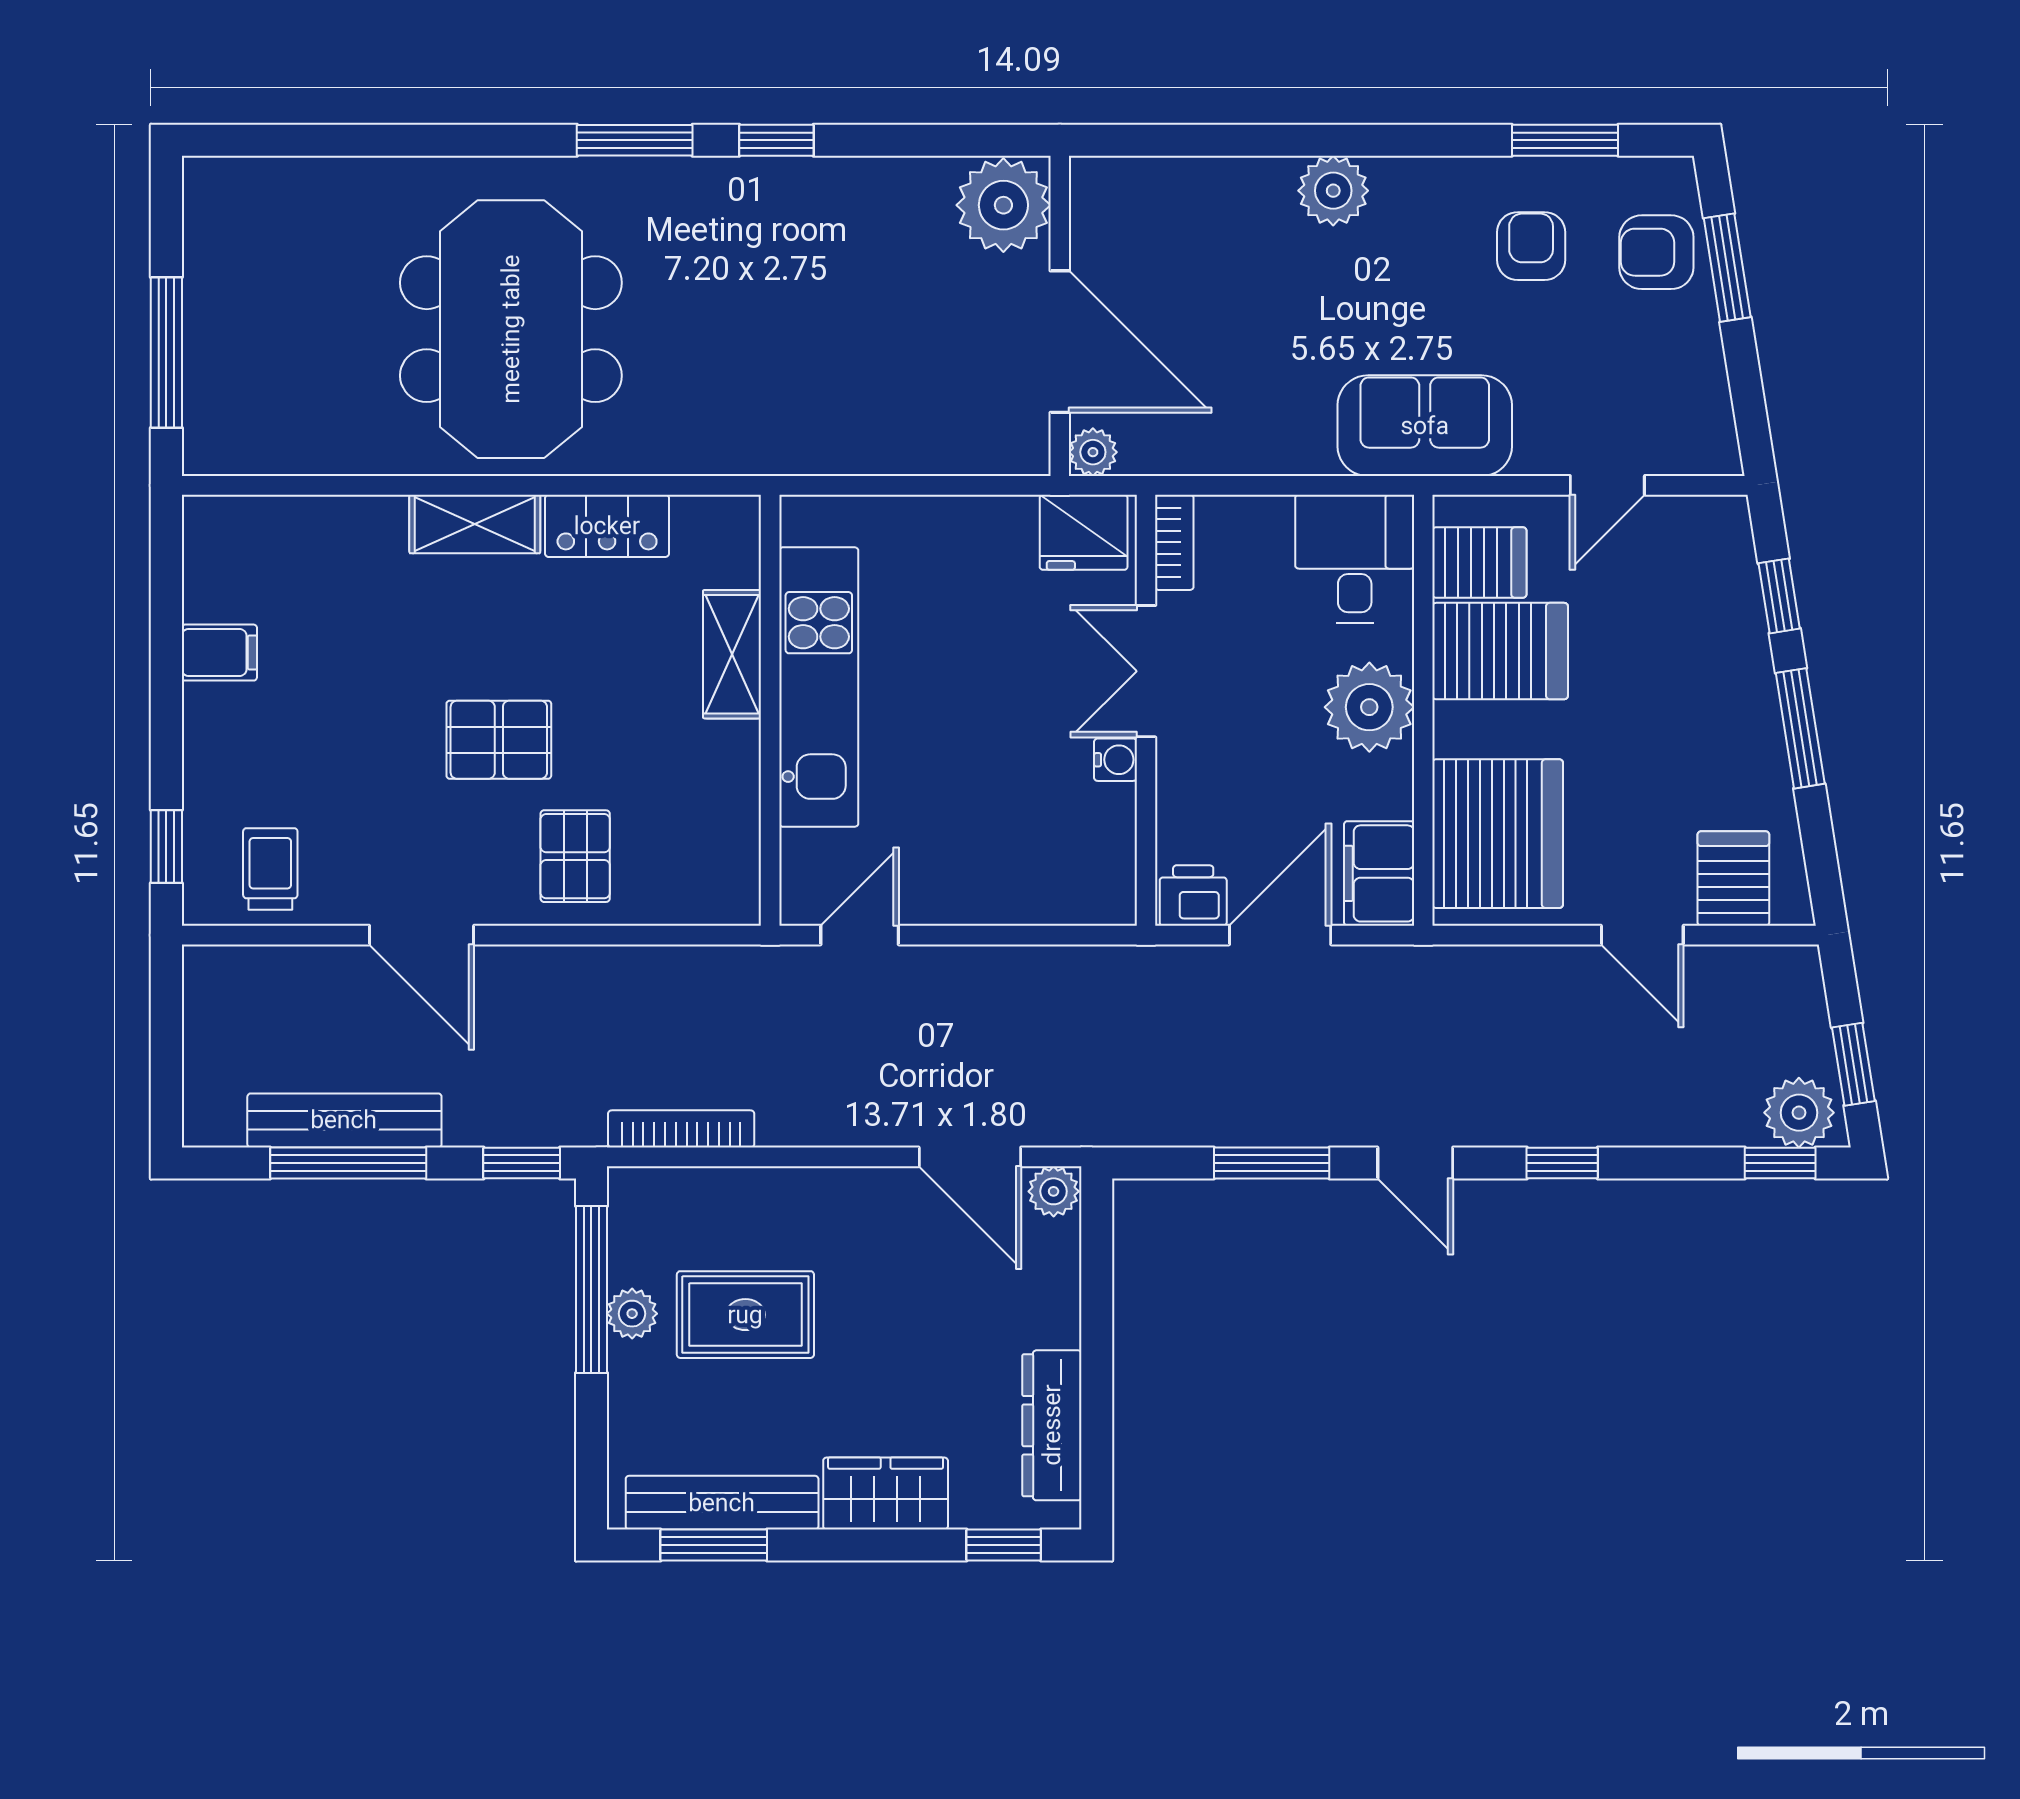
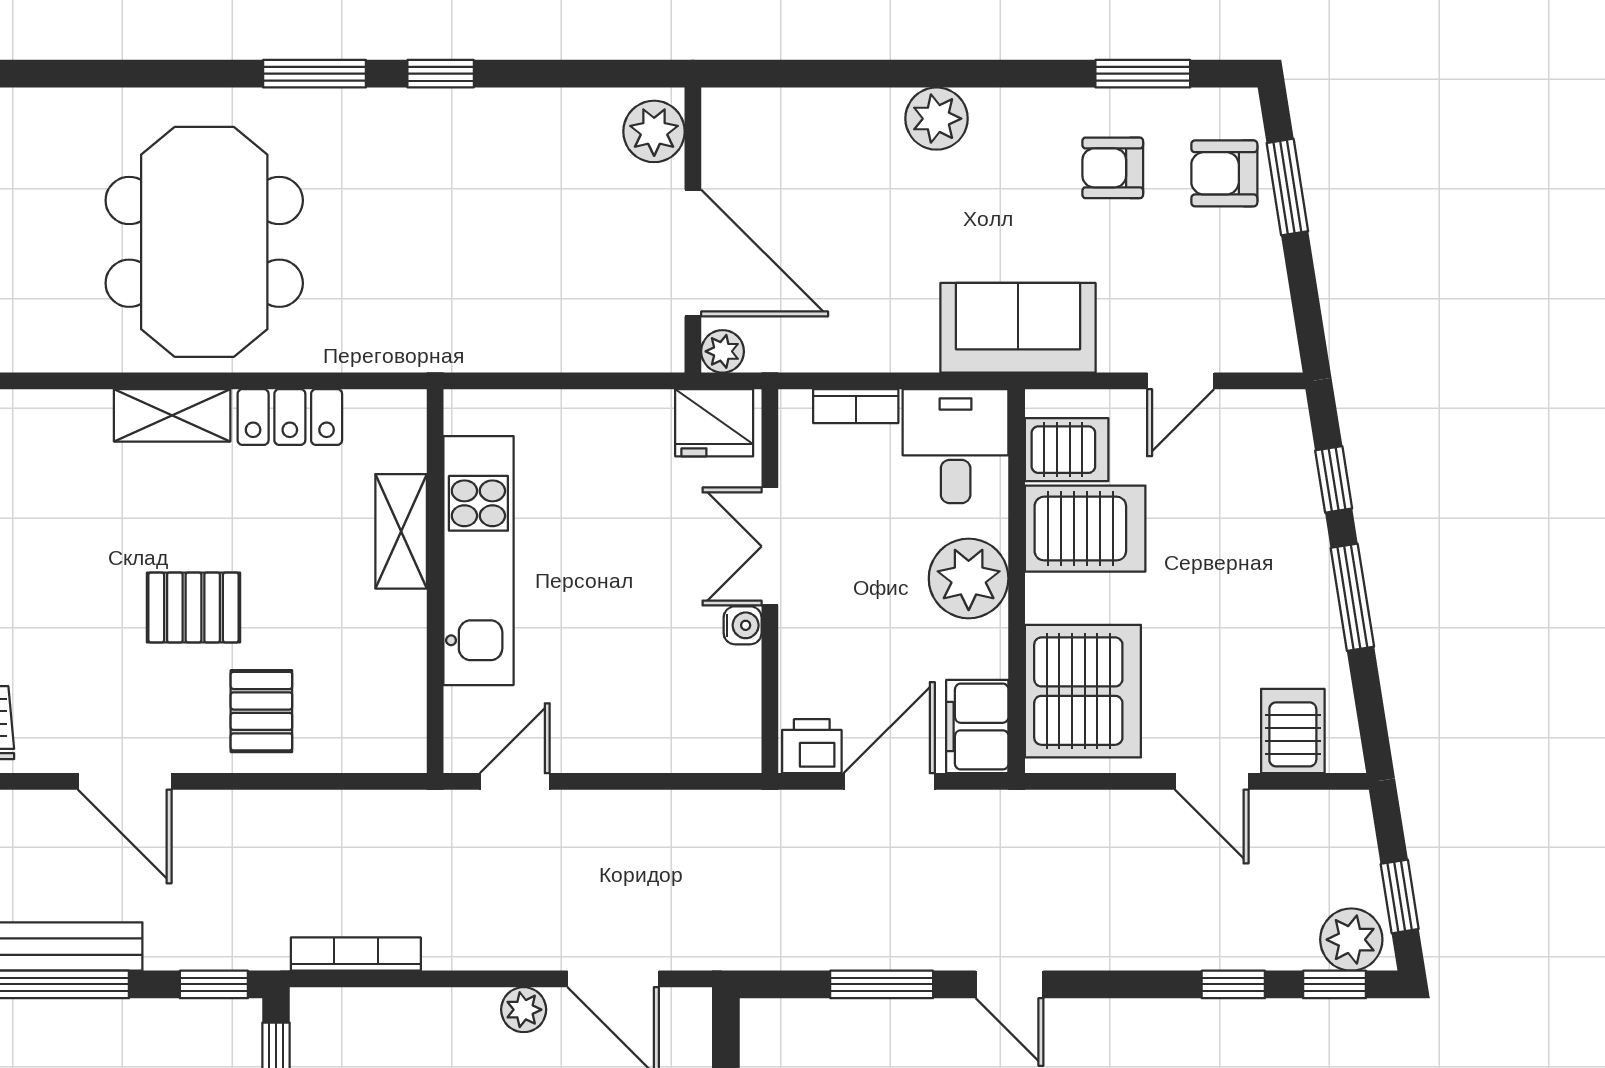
plant: (1003, 205) -> (654, 131), width x0.73, depth x0.73
armchair: (1531, 246) -> (1113, 168), turned -90
bookcase: (1174, 542) -> (856, 406), moved, turned 90
window: (1562, 1163) -> (1233, 984), moved
plant: (1054, 1191) -> (524, 1010), moved

